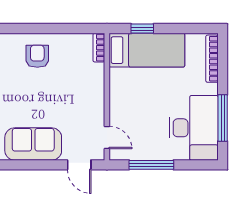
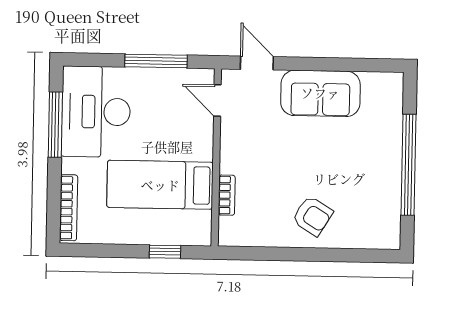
bookcase: (99, 48) -> (227, 195), moved
bed: (147, 50) -> (160, 185), moved
armchair: (37, 56) -> (312, 216), turned -58

